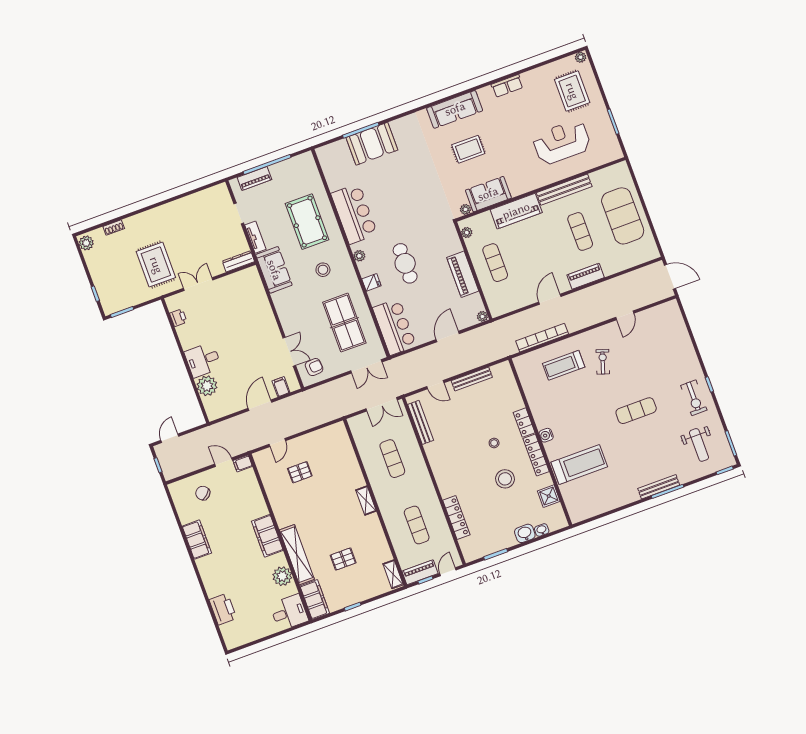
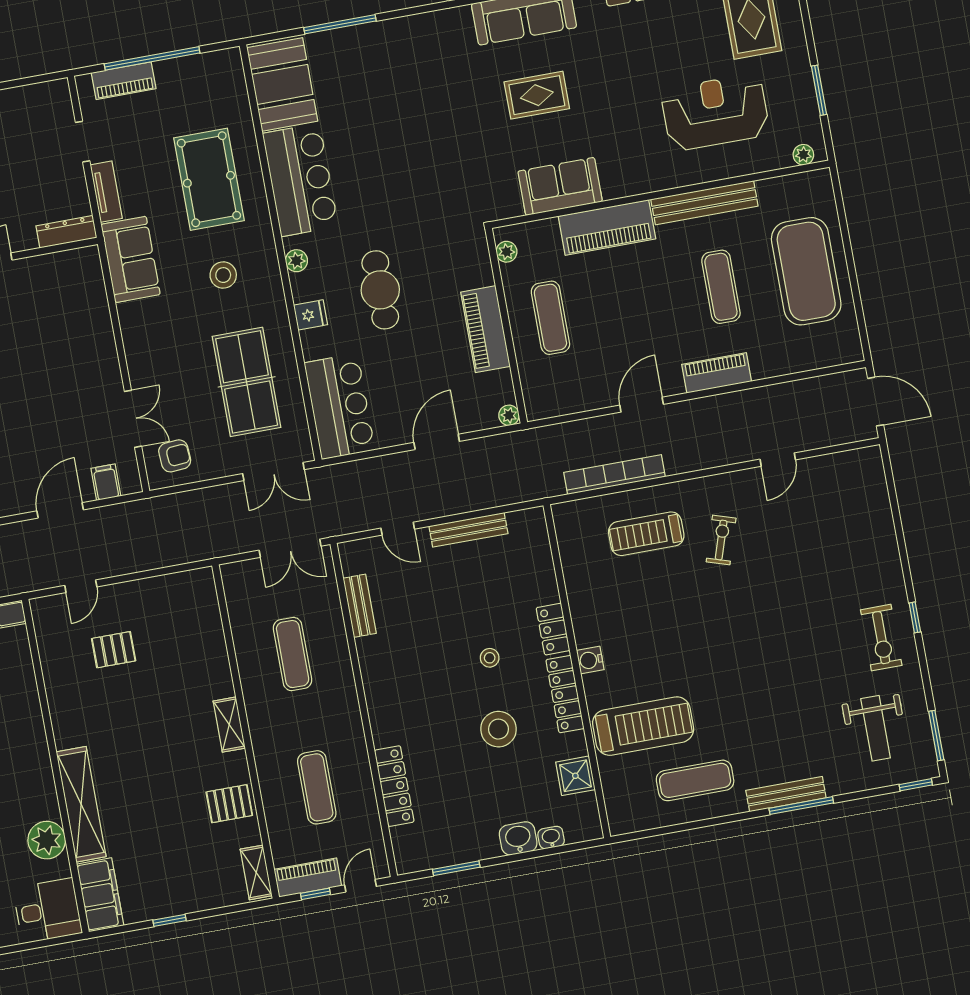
booth: (372, 144) -> (282, 84), moved, turned 90
plant: (465, 209) -> (803, 155), moved
exercise mat: (636, 411) -> (695, 780), moved
bench: (421, 422) -> (360, 606), width x0.73
filing cabinet: (267, 536) -> (32, 759), removed
pallet: (343, 559) -> (229, 804), moved

